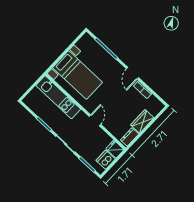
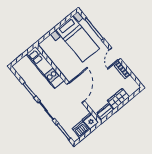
bed with nightstands: (77, 75) -> (78, 39), moved
door: (95, 120) -> (76, 93), width x1.87

